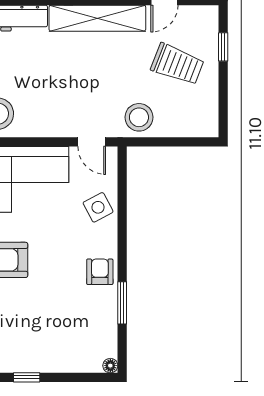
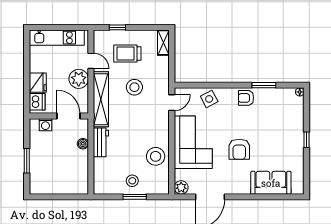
trolley: (177, 64) -> (127, 54), turned -111
stool: (139, 117) -> (134, 87), moved
shelving: (196, 127) -> (163, 43), added

